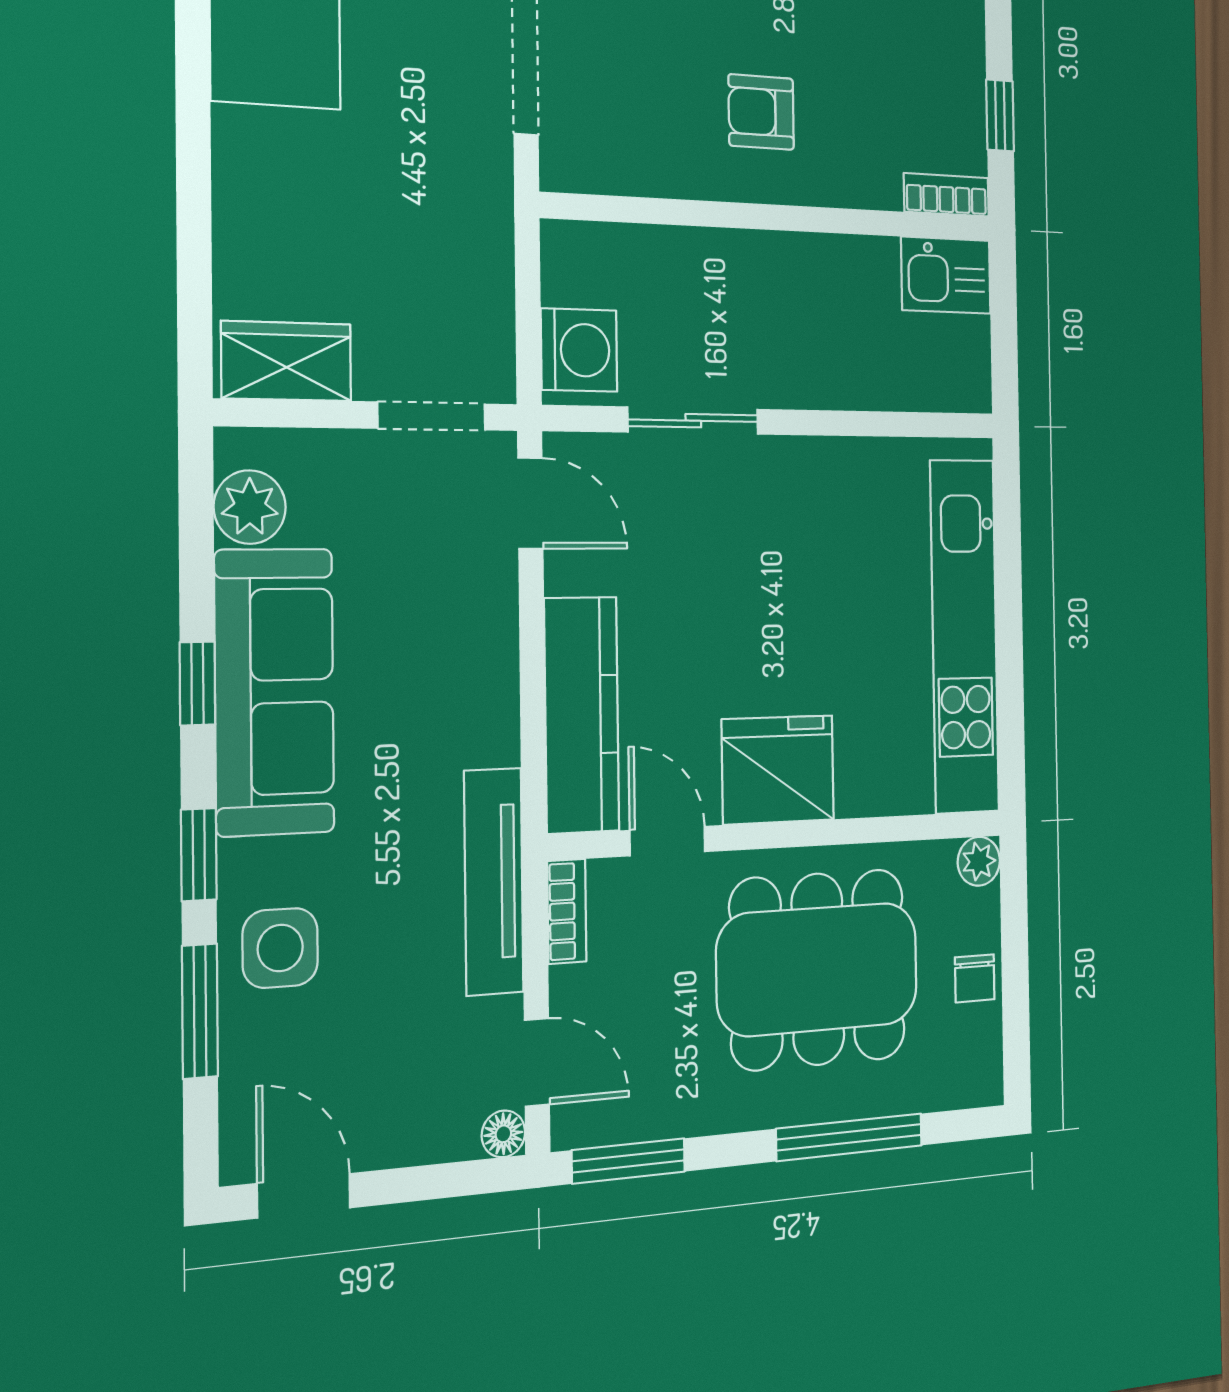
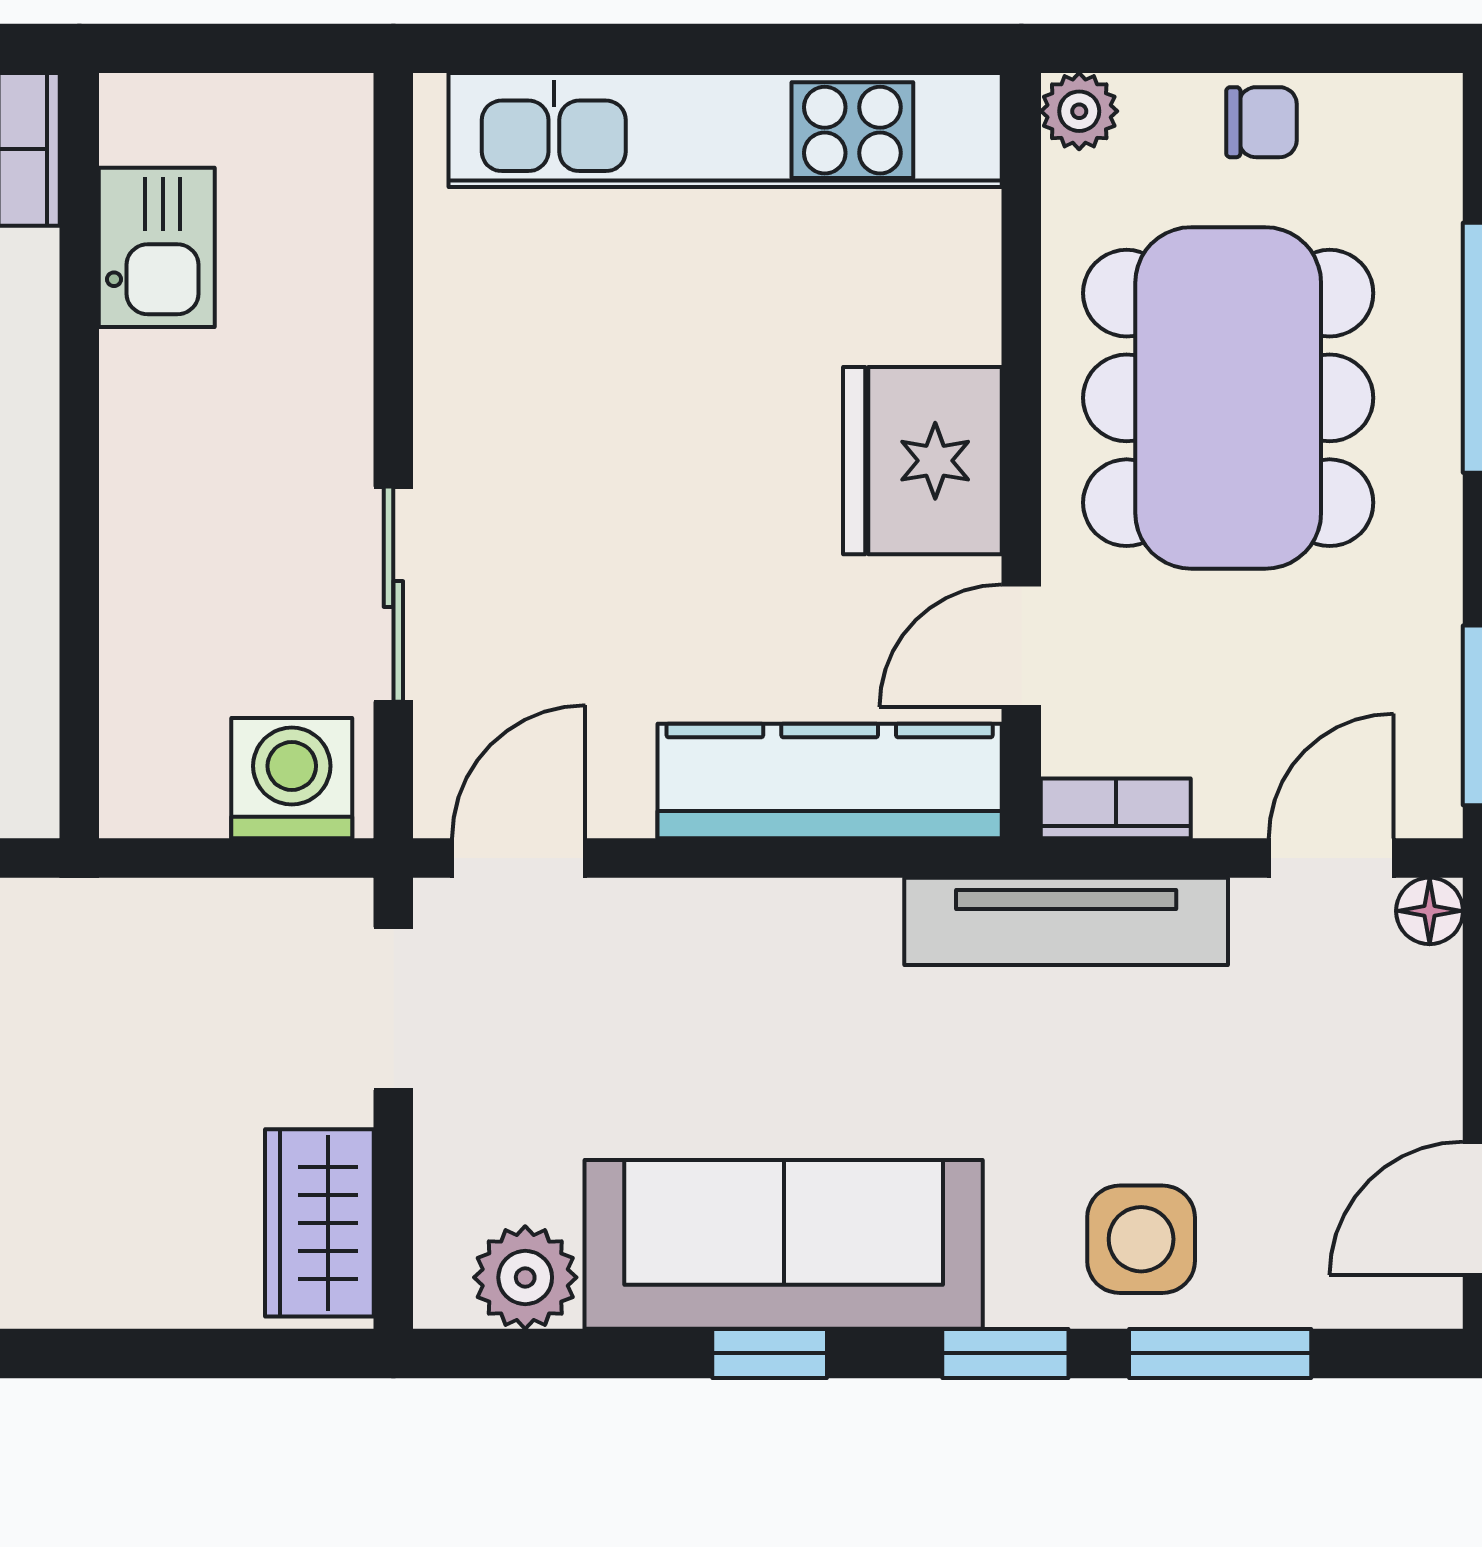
kitchen sink: (946, 275) -> (157, 247), moved

